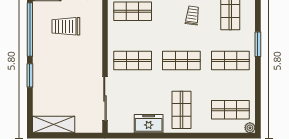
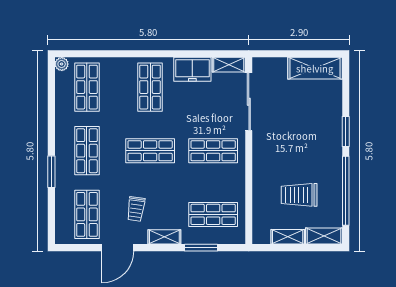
trolley: (66, 26) -> (299, 195), turned 180
shop shelf: (230, 61) -> (87, 151), turned 90
shop shelf: (230, 110) -> (87, 87), turned 90
shelving: (120, 127) -> (229, 65), added

